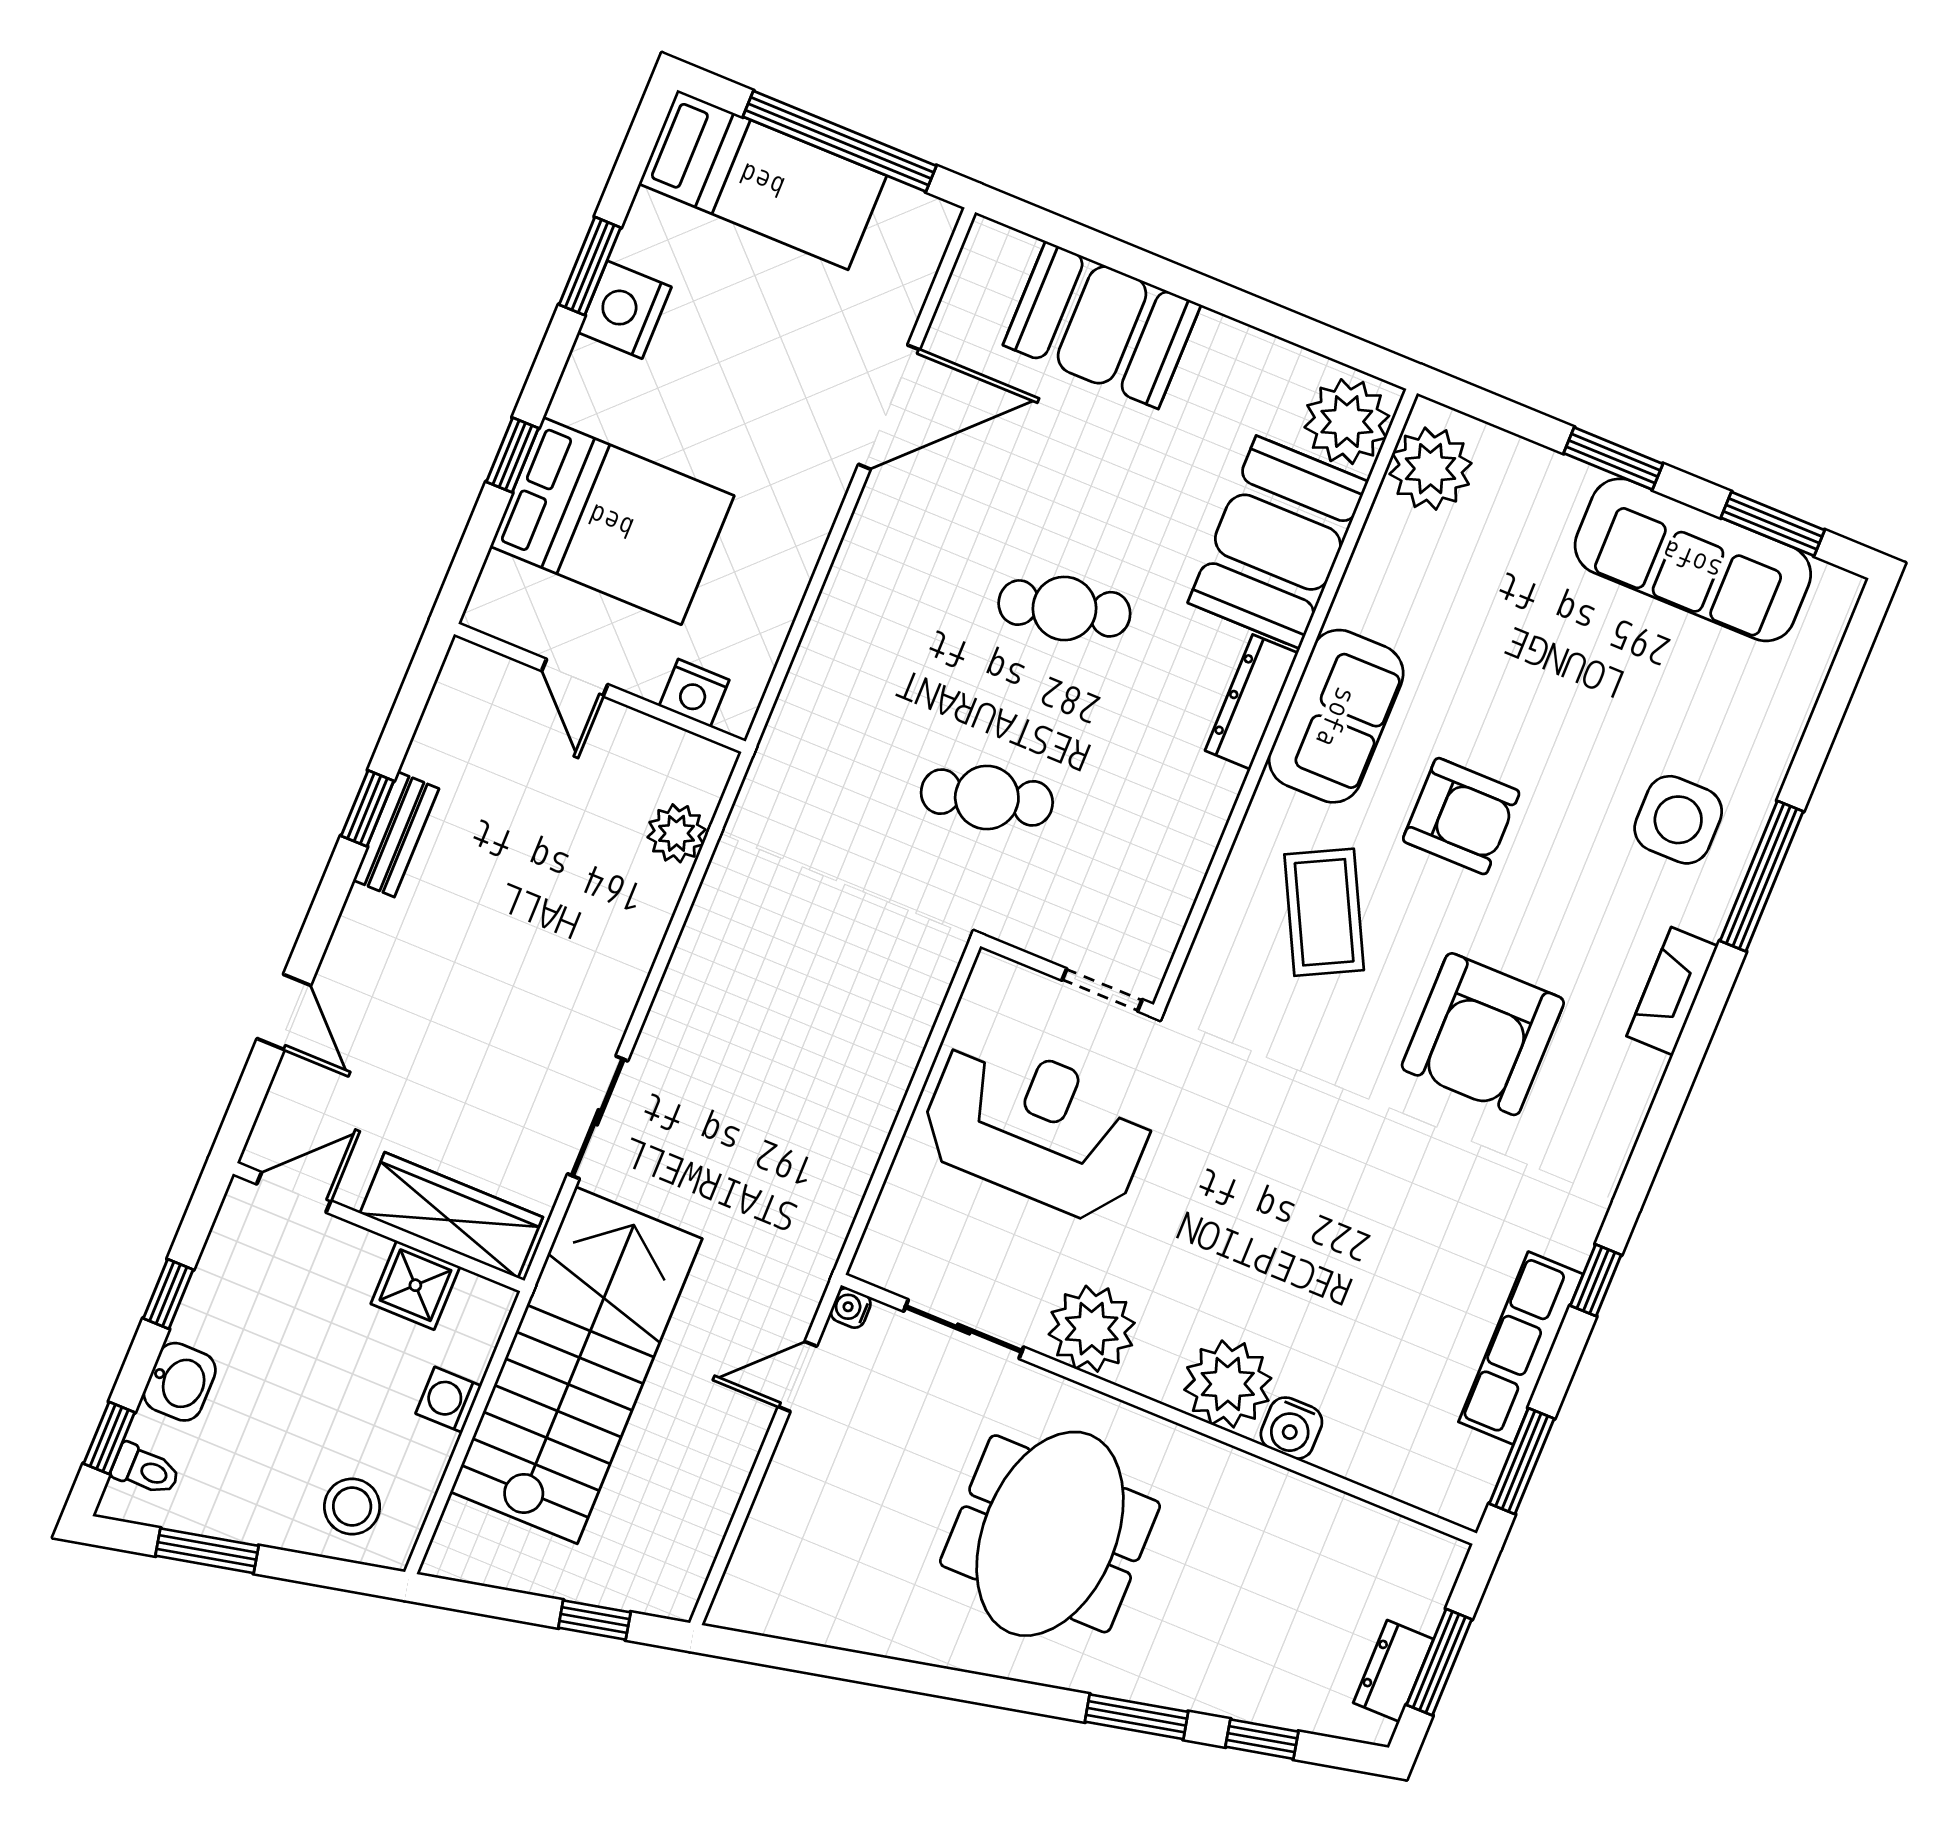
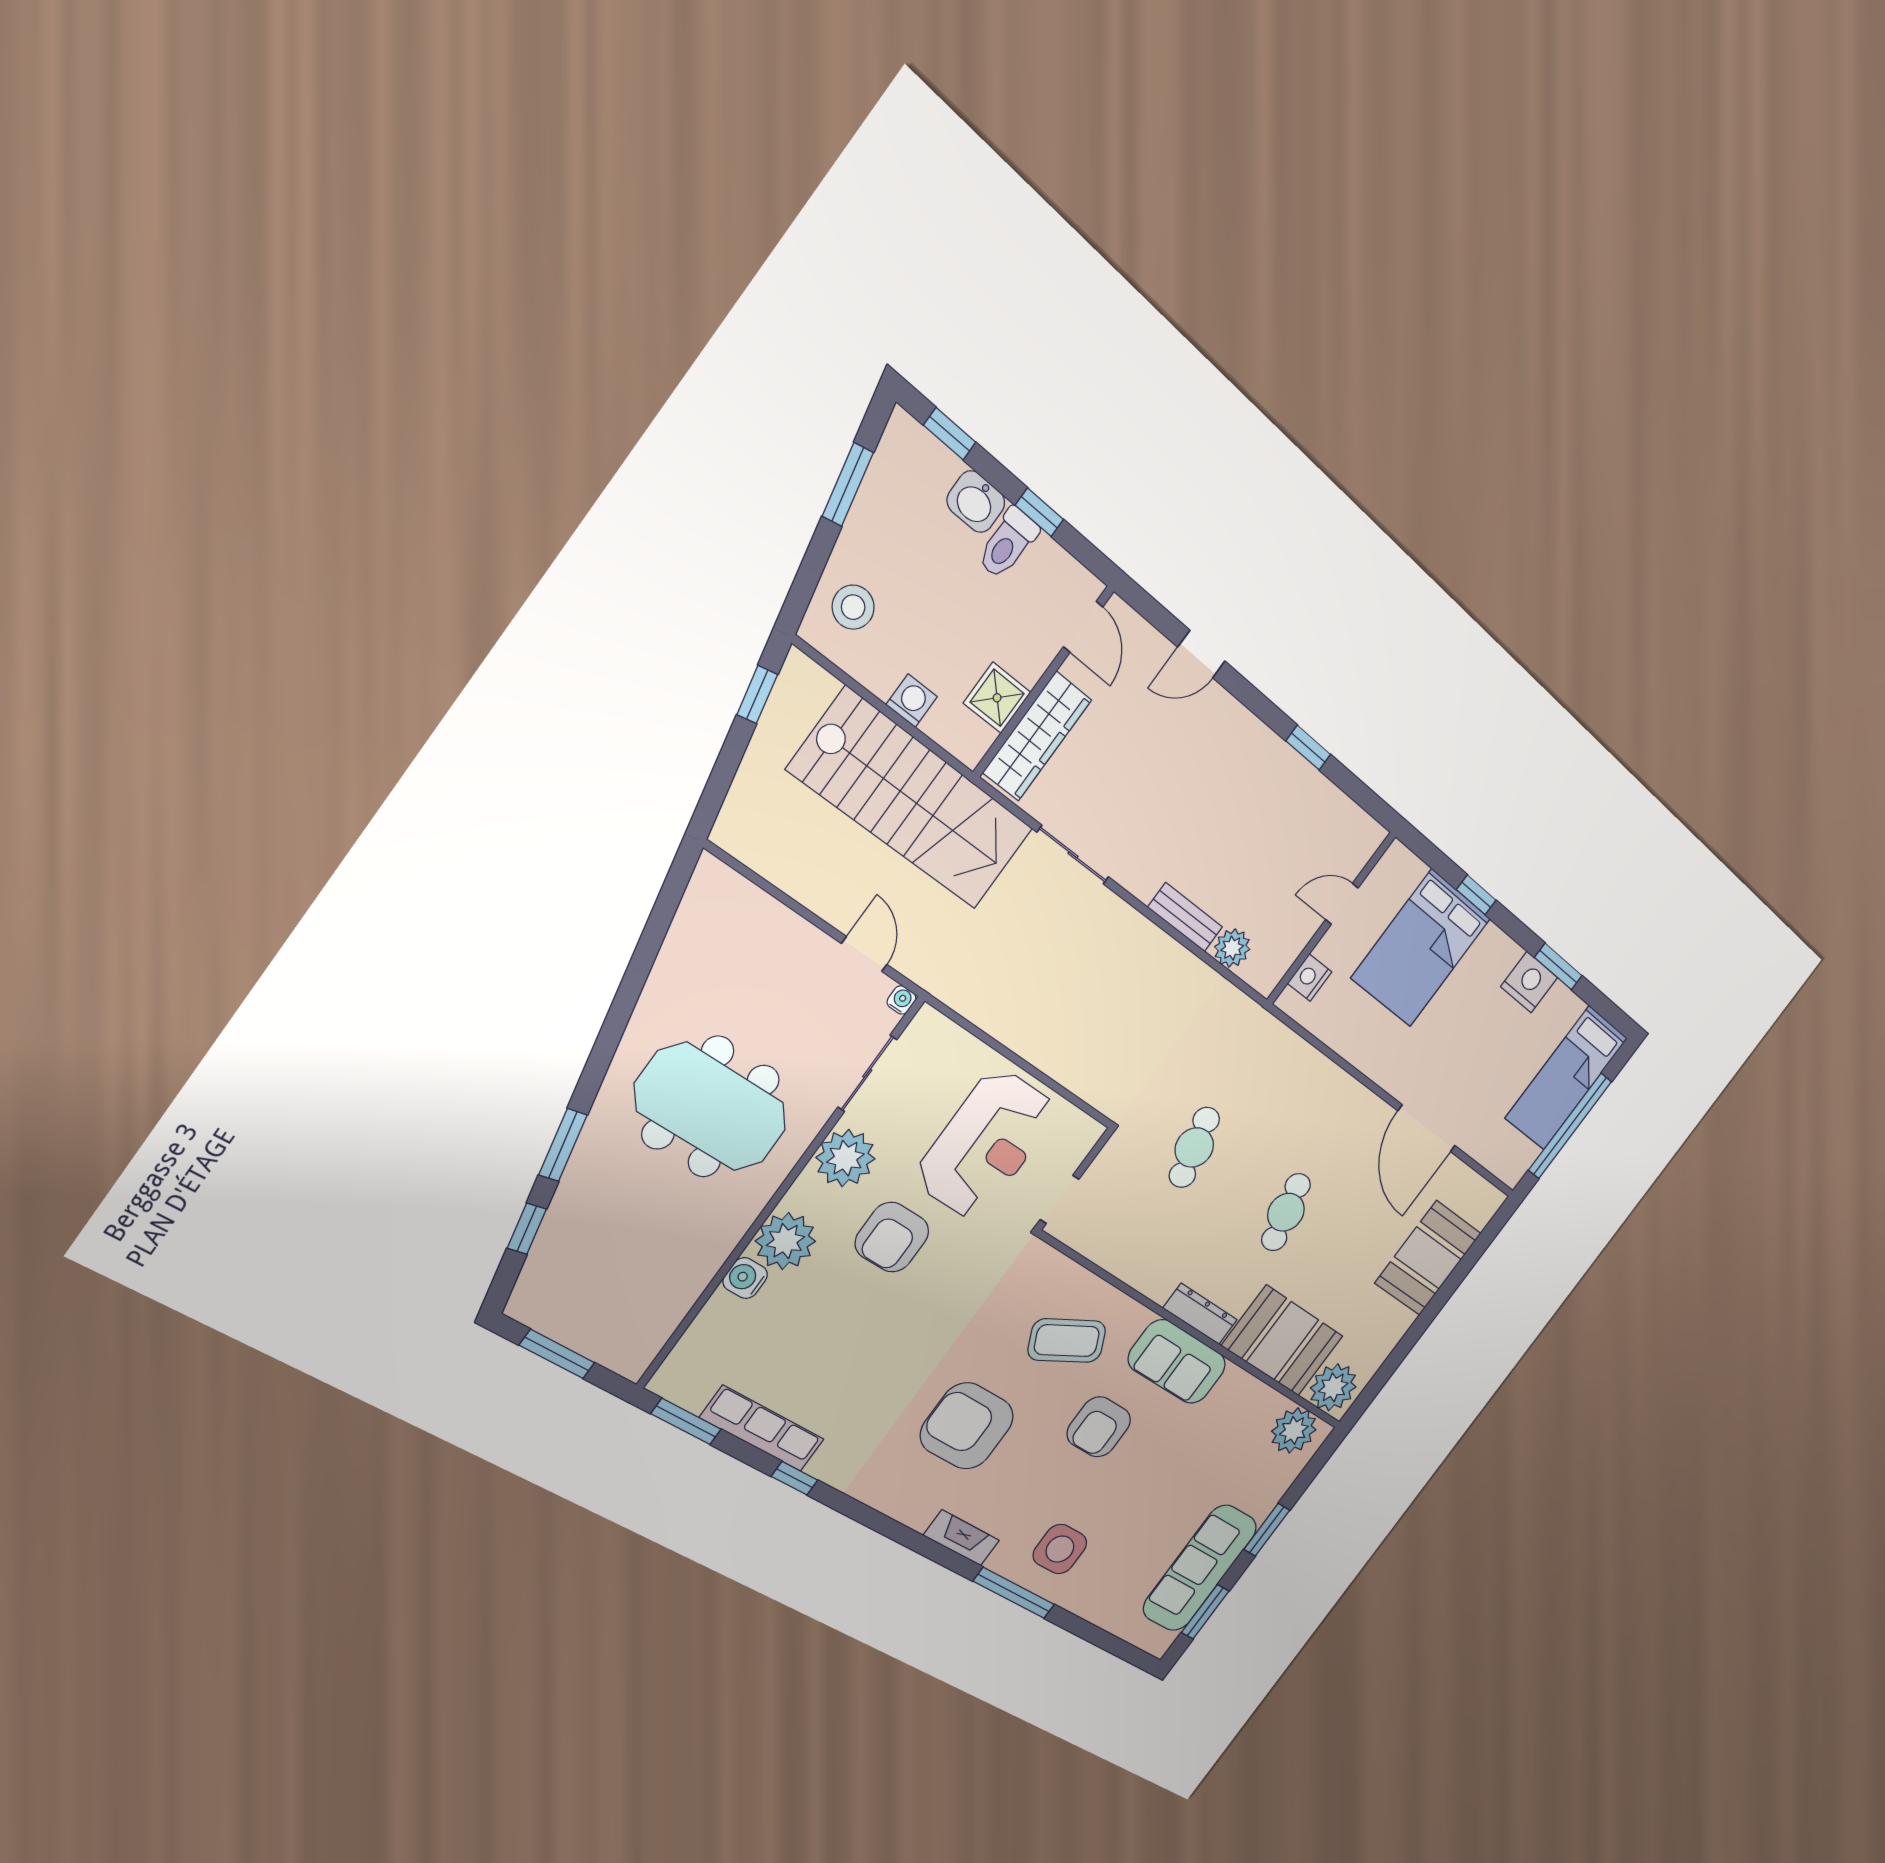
bench: (396, 834) -> (1185, 917), moved
armchair: (1199, 1230) -> (892, 1237), added
toilet: (146, 1470) -> (1008, 543), moved, width x1.37, depth x1.39
window: (594, 1620) -> (757, 695), moved
dresser: (1393, 1671) -> (557, 1323), removed

